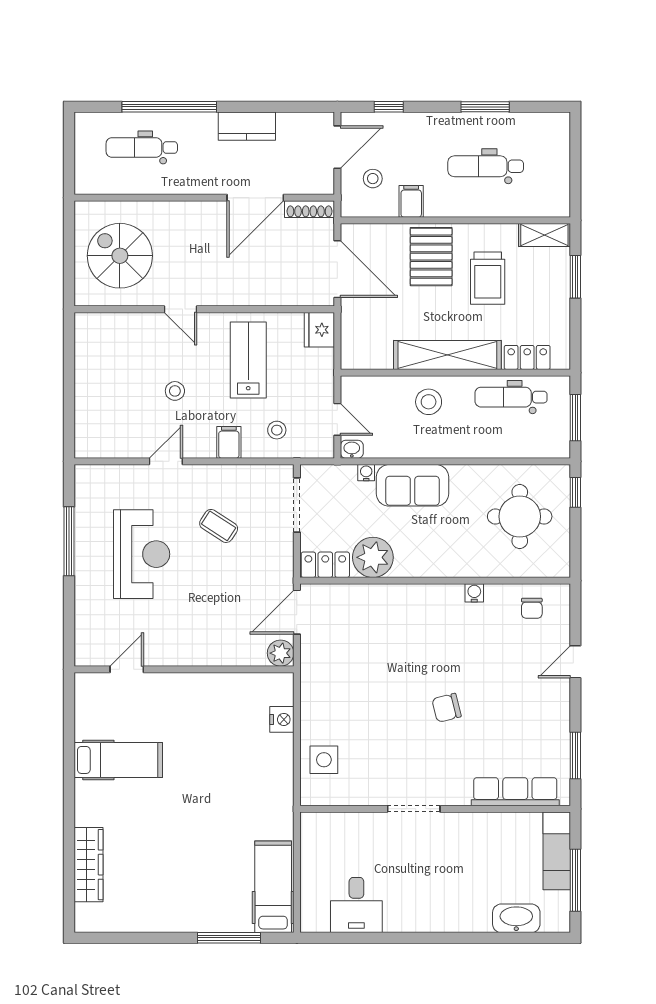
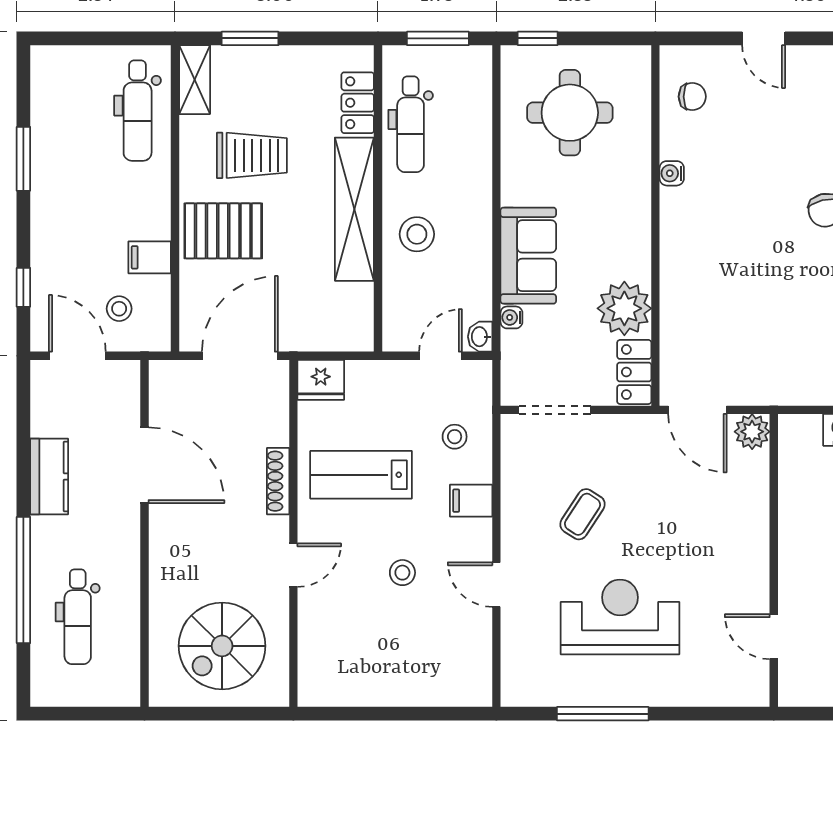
dental chair: (486, 166) -> (138, 111), moved
shoe rack: (310, 209) -> (278, 481), moved, turned 180

